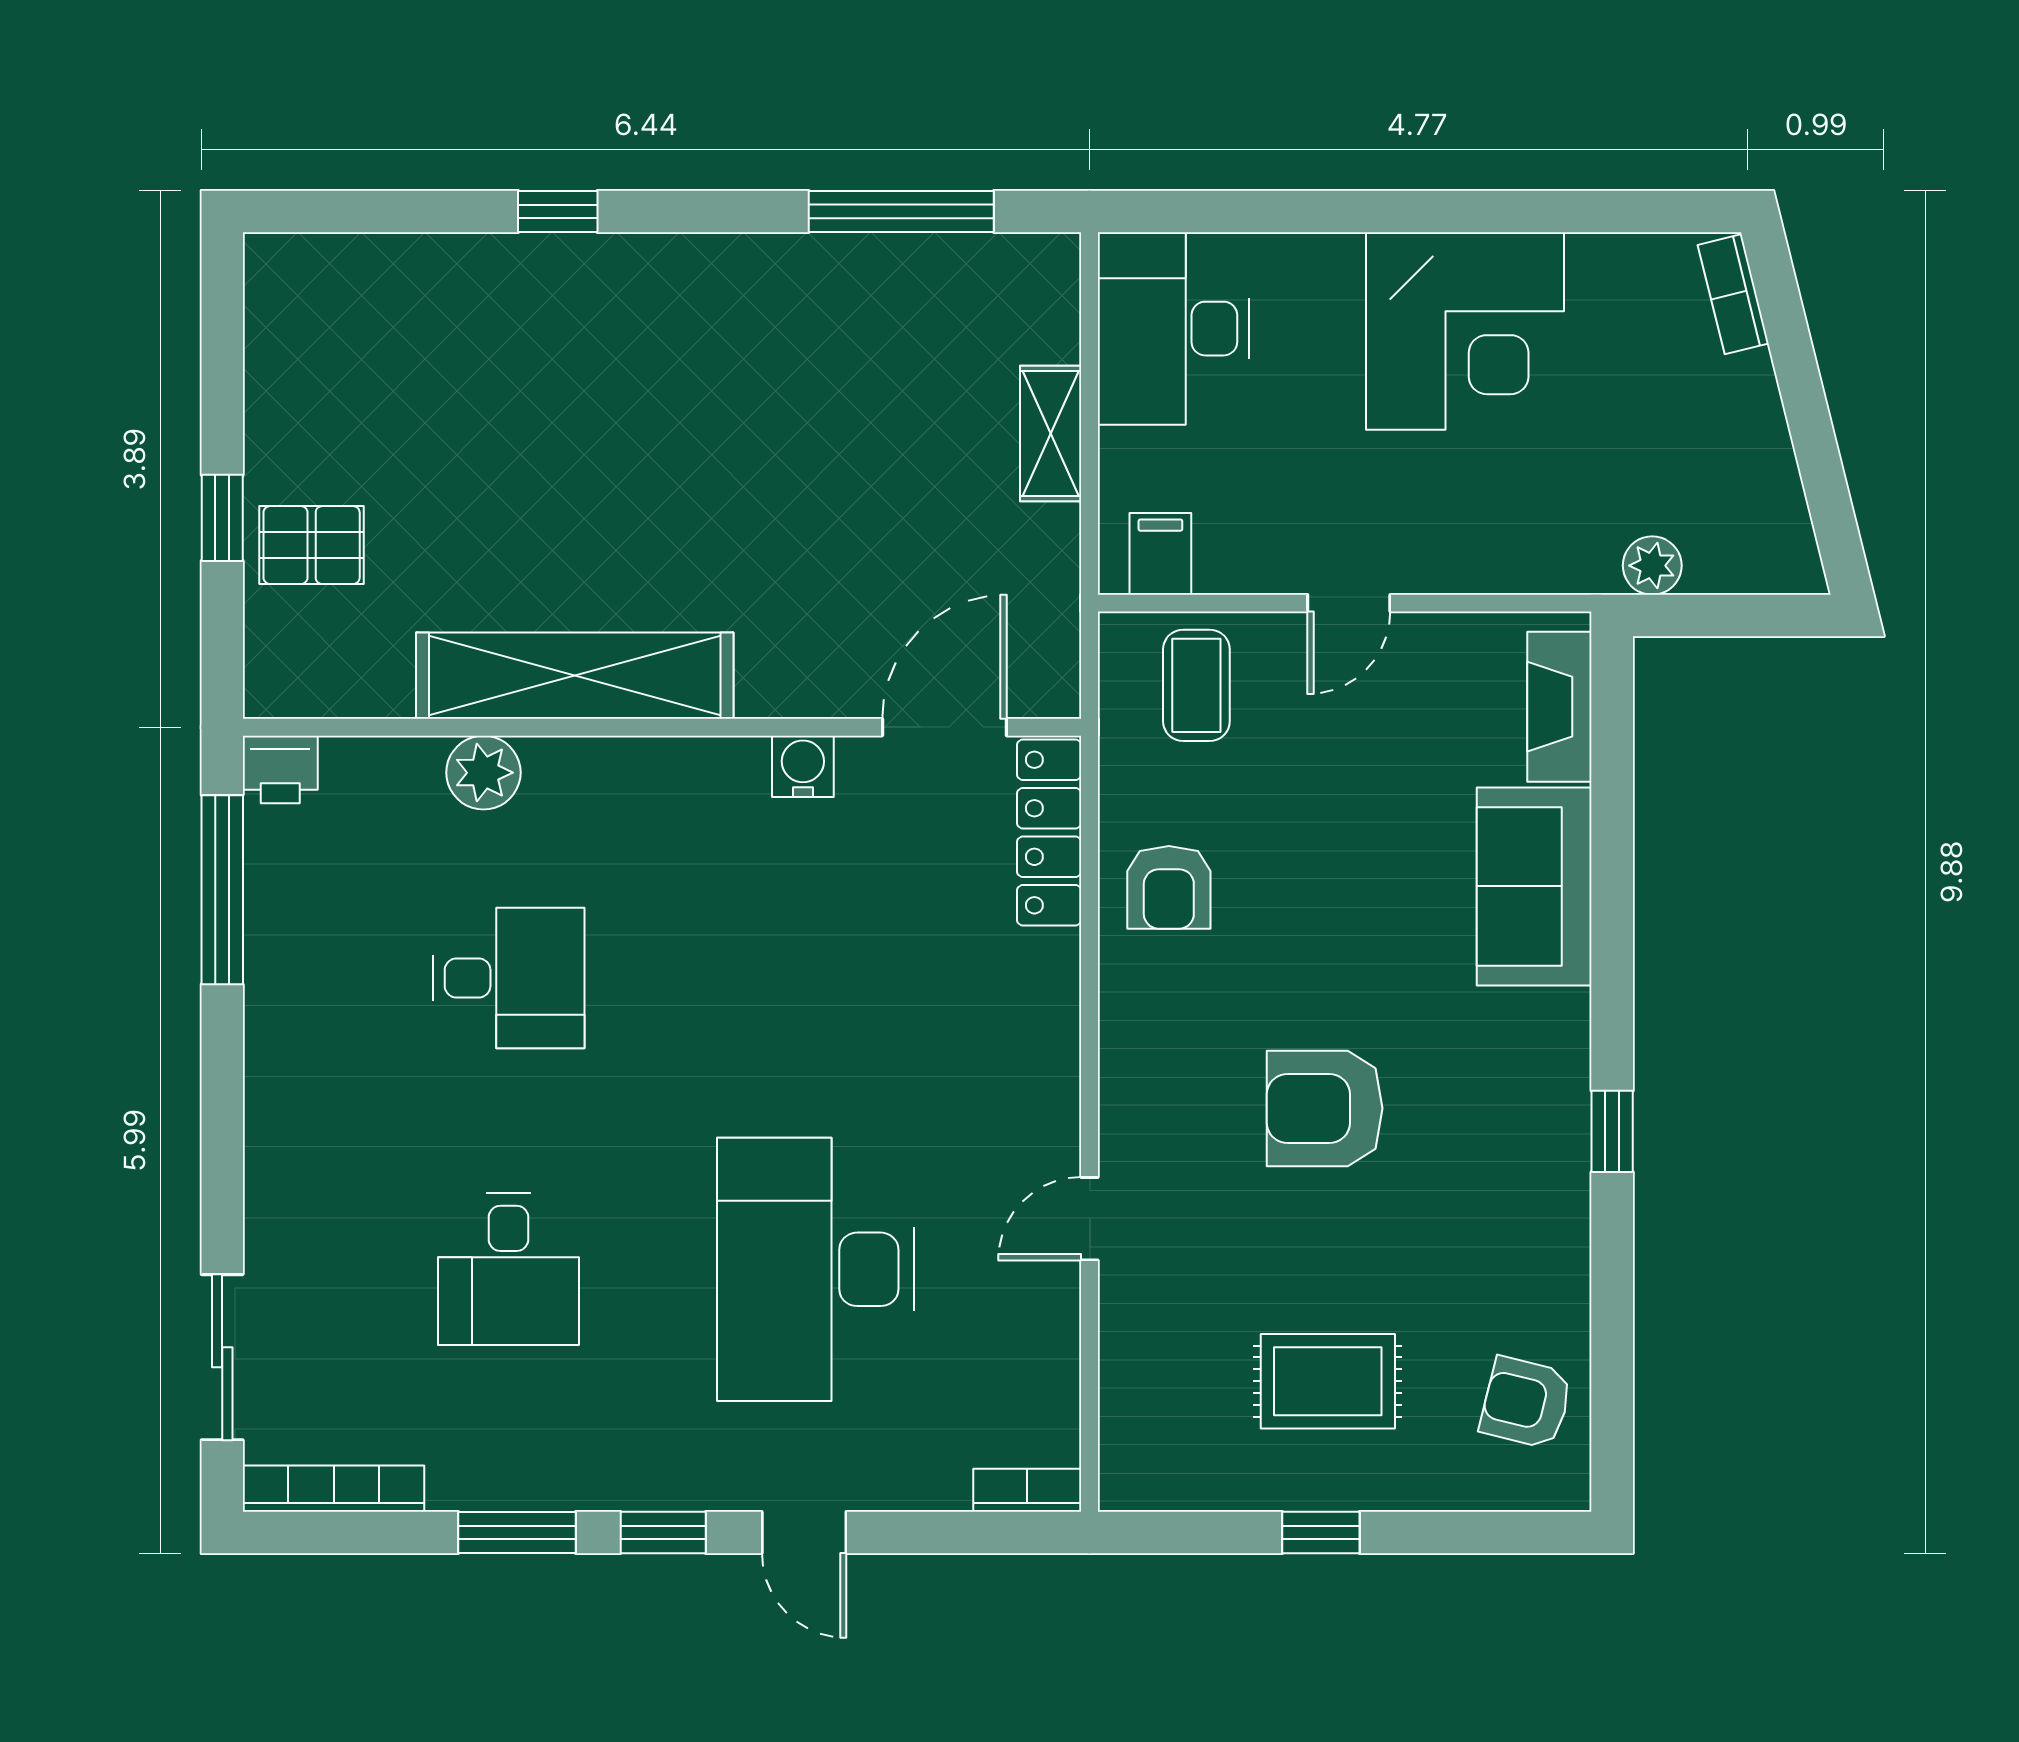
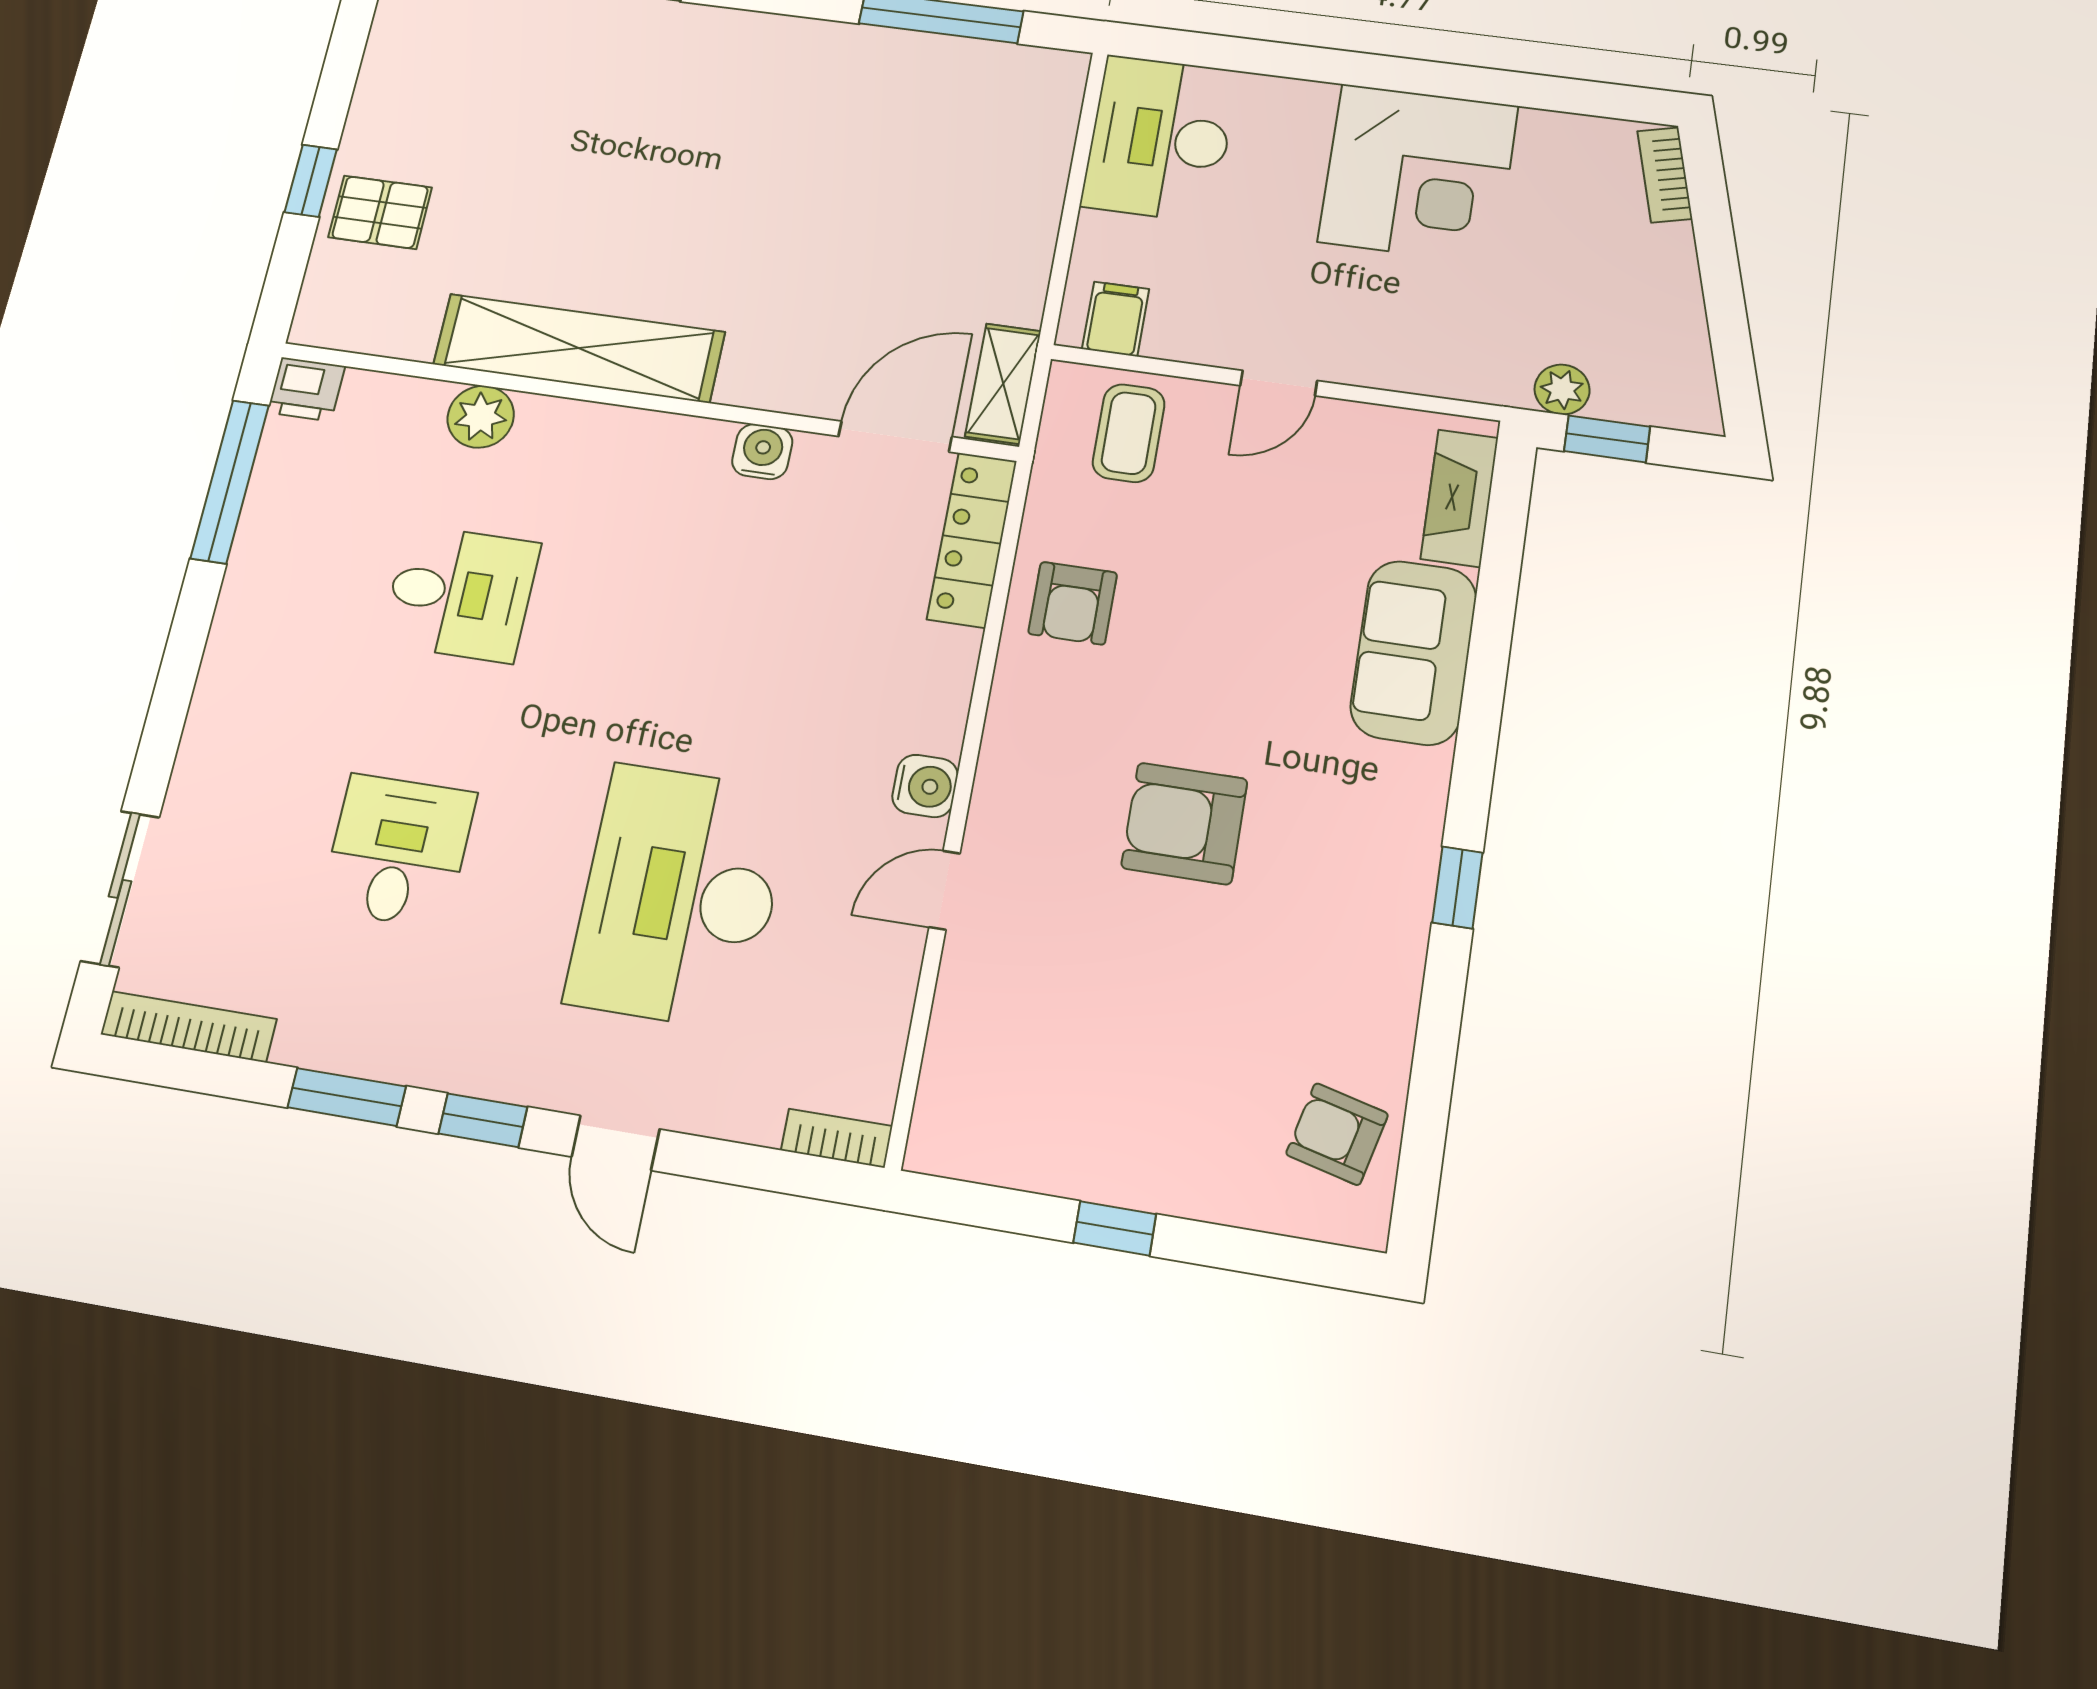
shelving: (1051, 433) -> (1003, 384), moved
window: (1706, 616) -> (1607, 439), added
water cooler: (1049, 1111) -> (925, 786), added
desk: (508, 1269) -> (398, 851), turned 180
rug: (1328, 1381) -> (1146, 1081), removed

